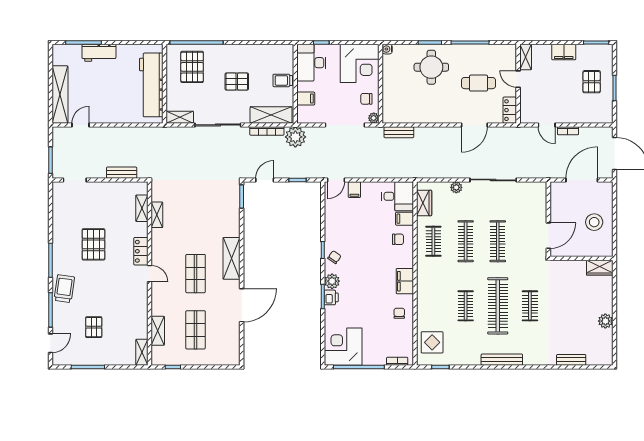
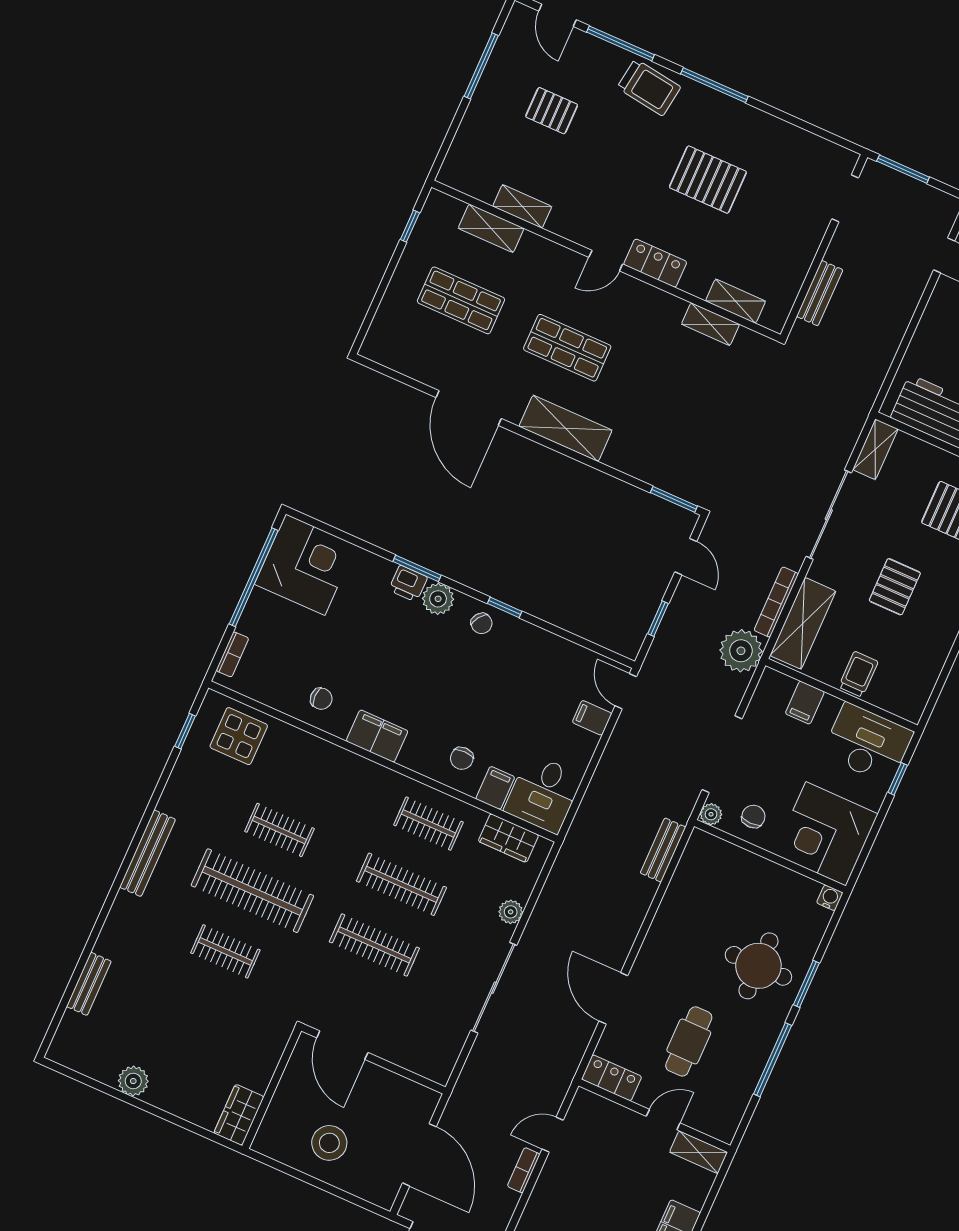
shelving: (142, 352) -> (522, 206), moved

